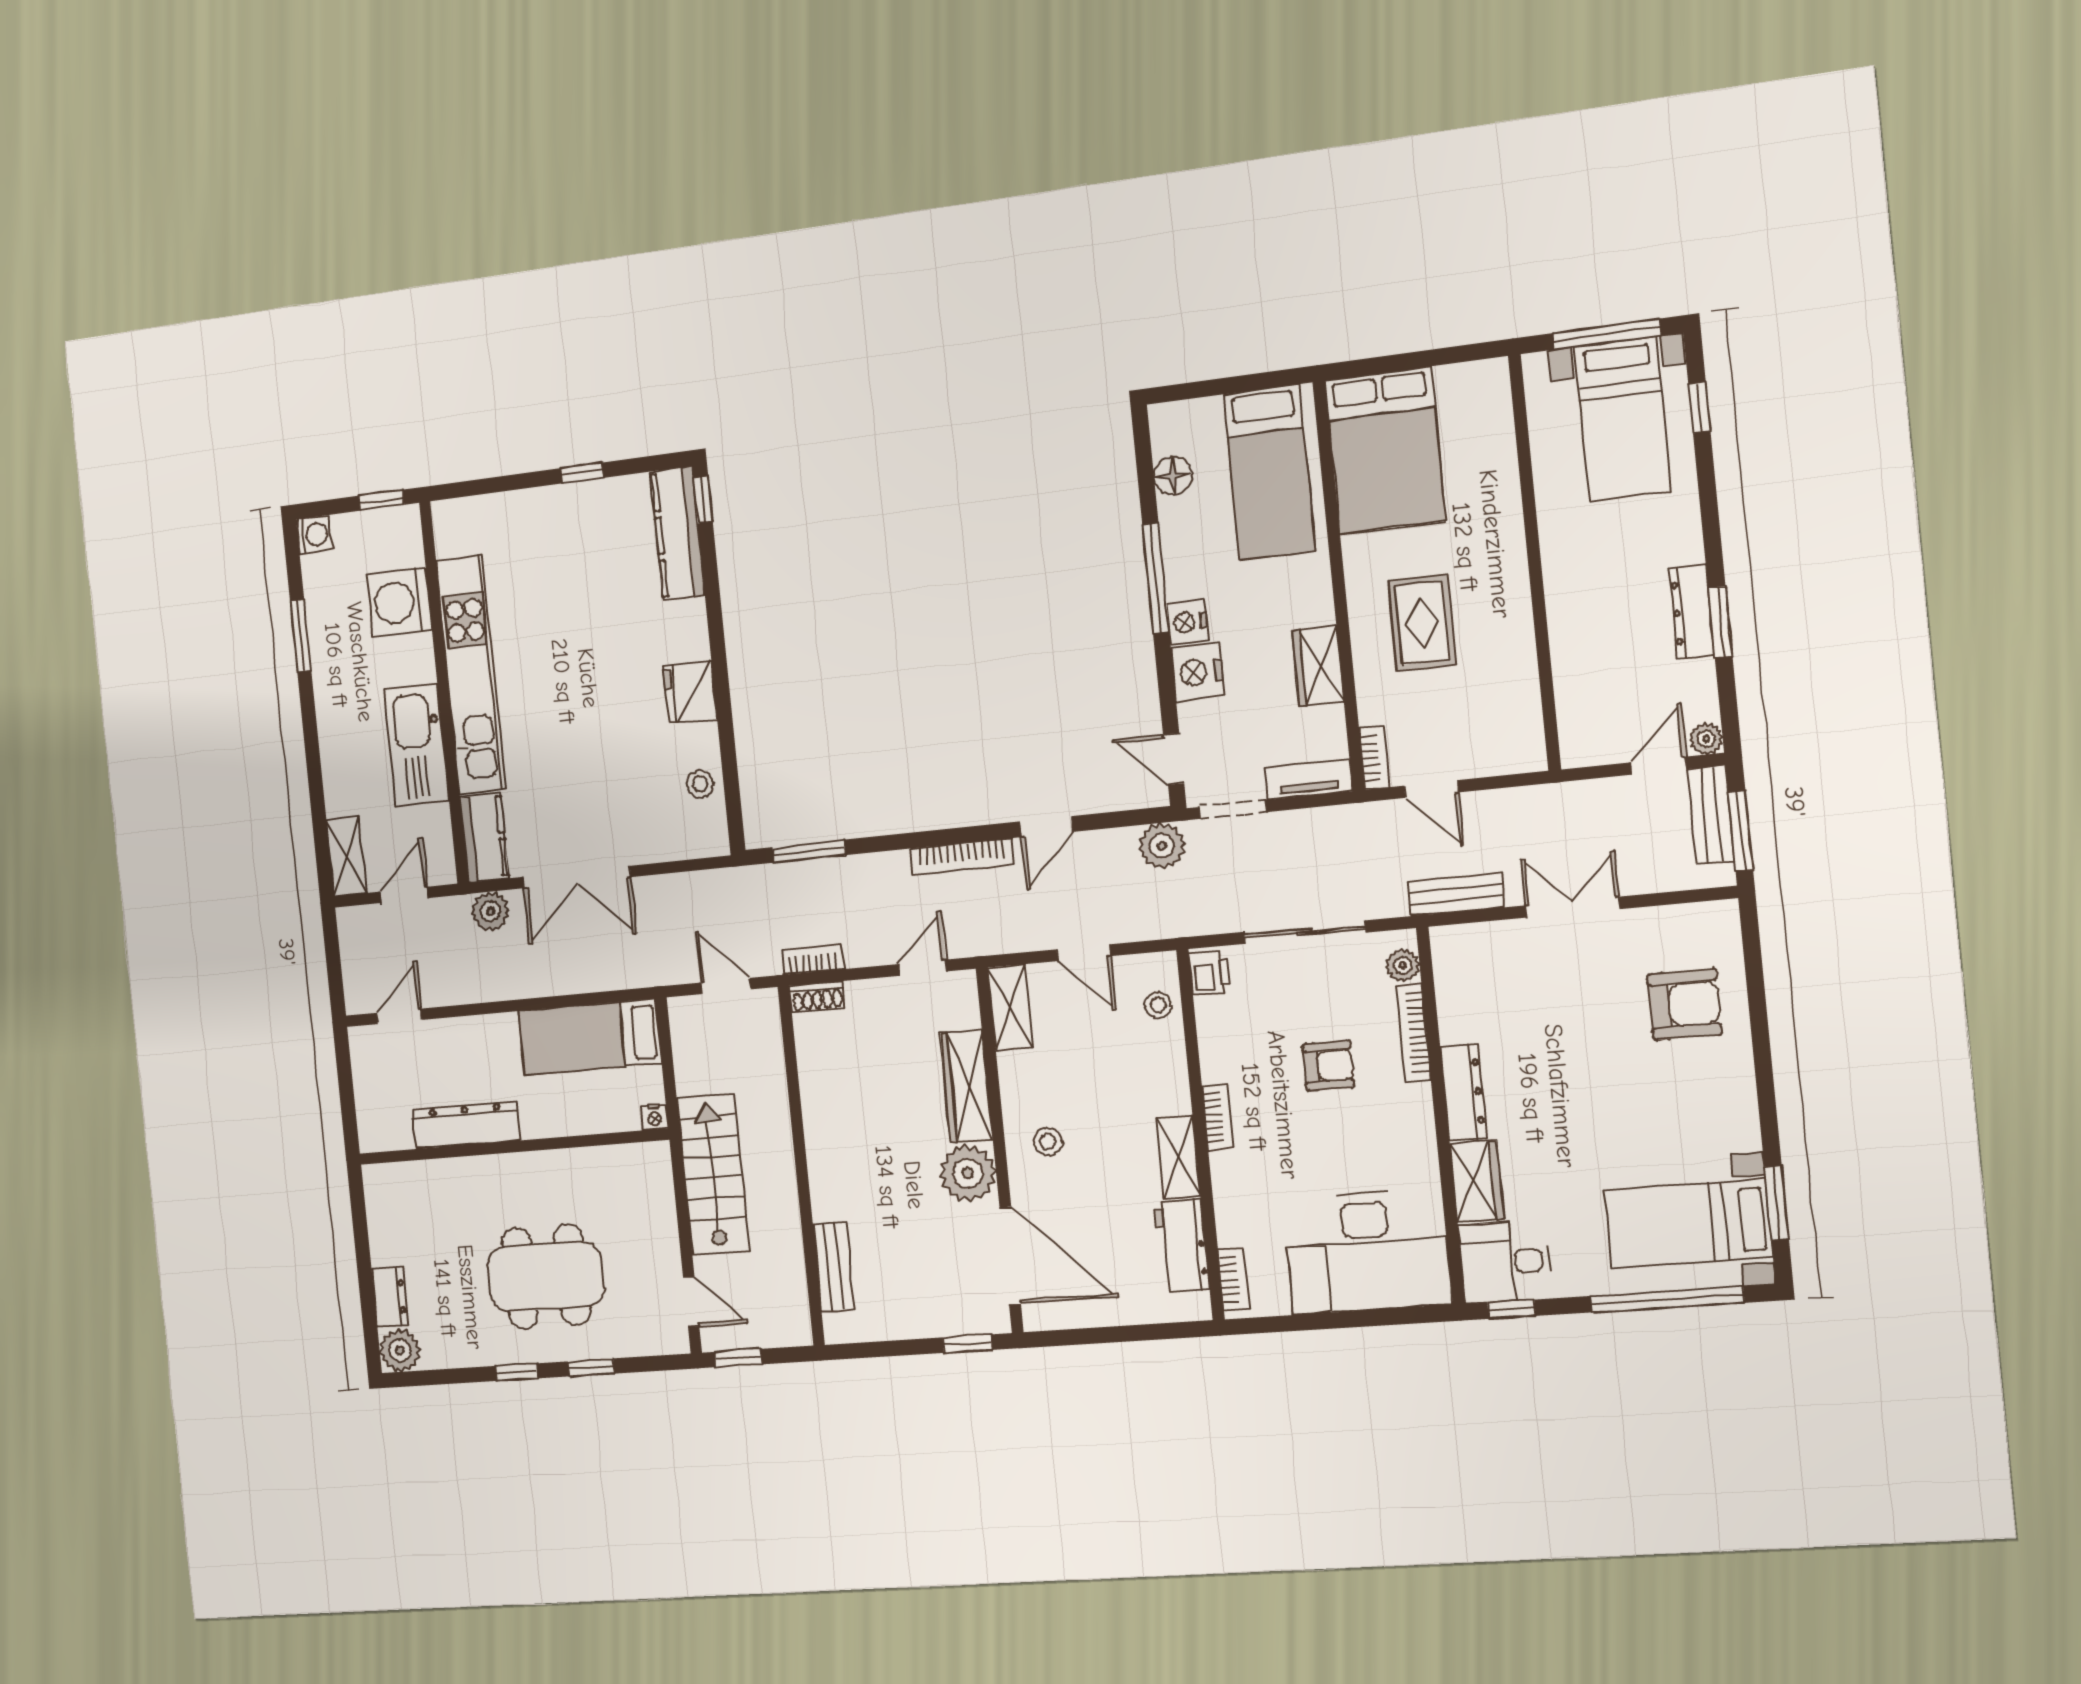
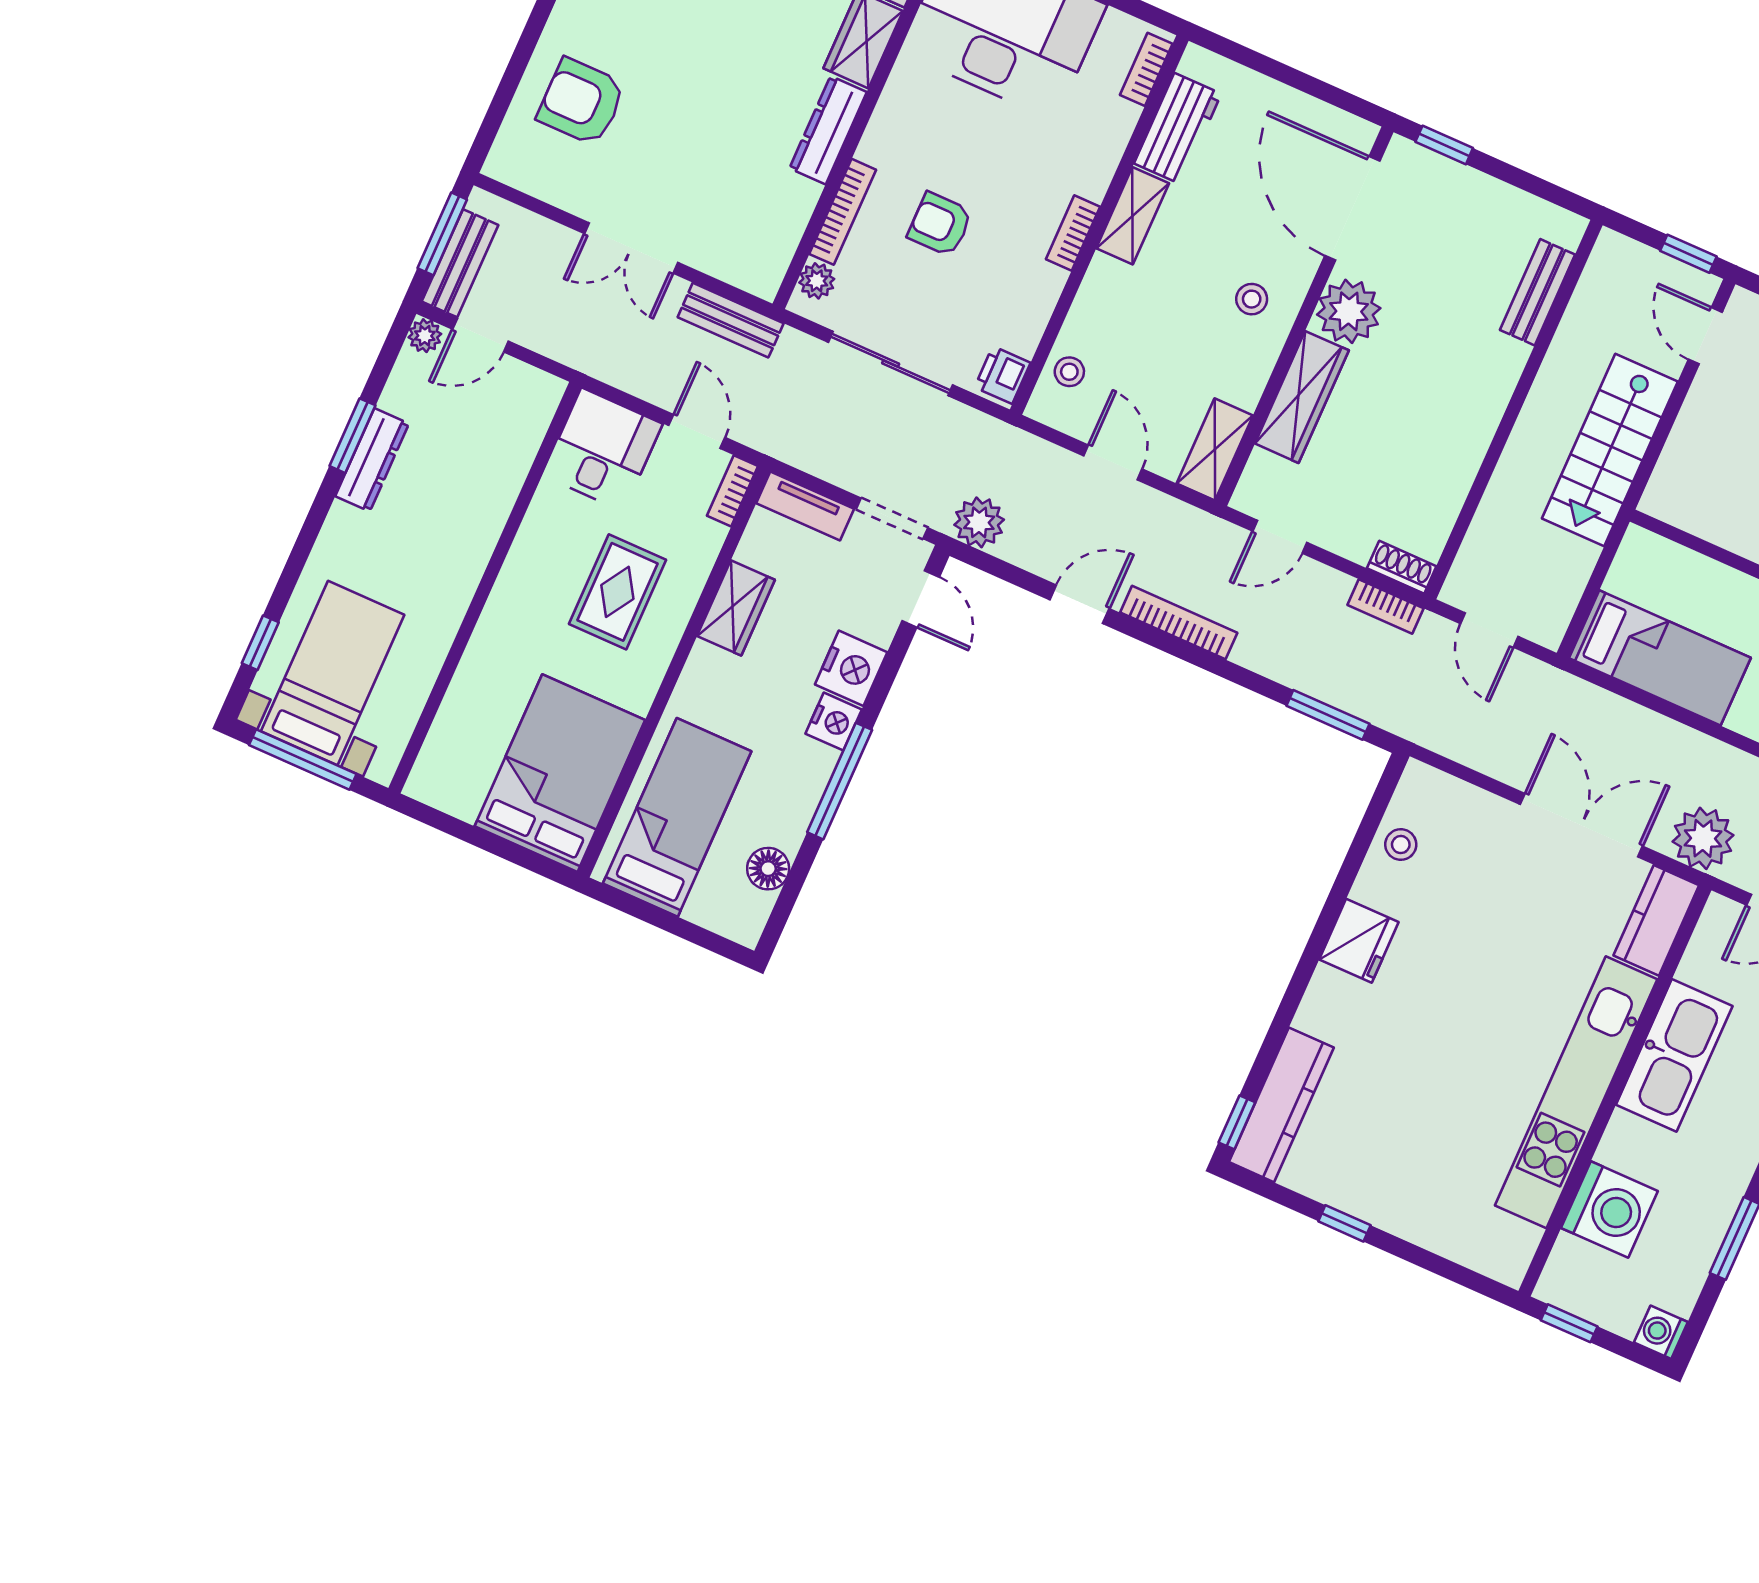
desk: (1501, 730) -> (602, 449), added
plant: (491, 911) -> (1703, 838), width x1.36, depth x1.36
nightstand: (654, 1117) -> (1638, 541), removed

